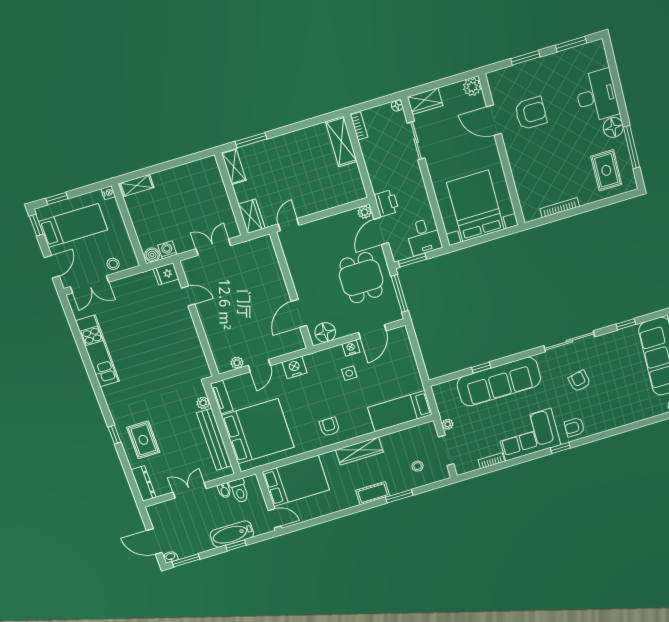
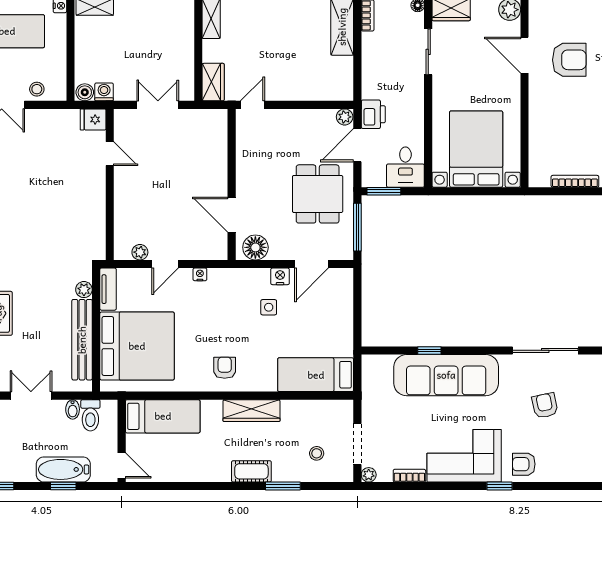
door: (299, 313) -> (232, 215), hinge flipped
nightstand: (295, 367) -> (200, 274), width x0.53, depth x0.56
plant: (448, 424) -> (369, 475), moved
bed: (296, 481) -> (163, 416), width x0.67

